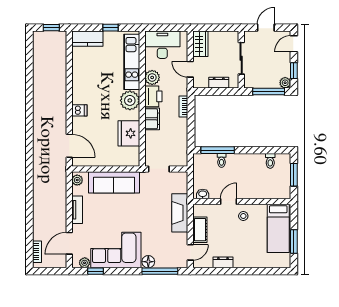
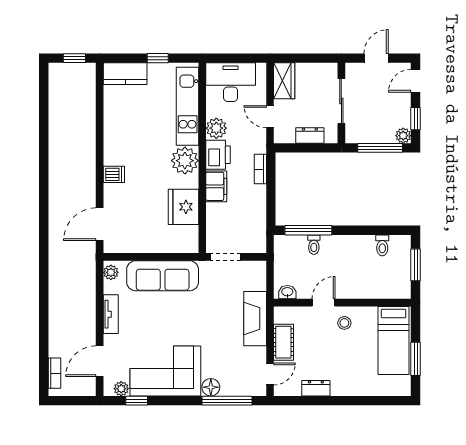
door: (69, 146) -> (100, 224), swing flipped

